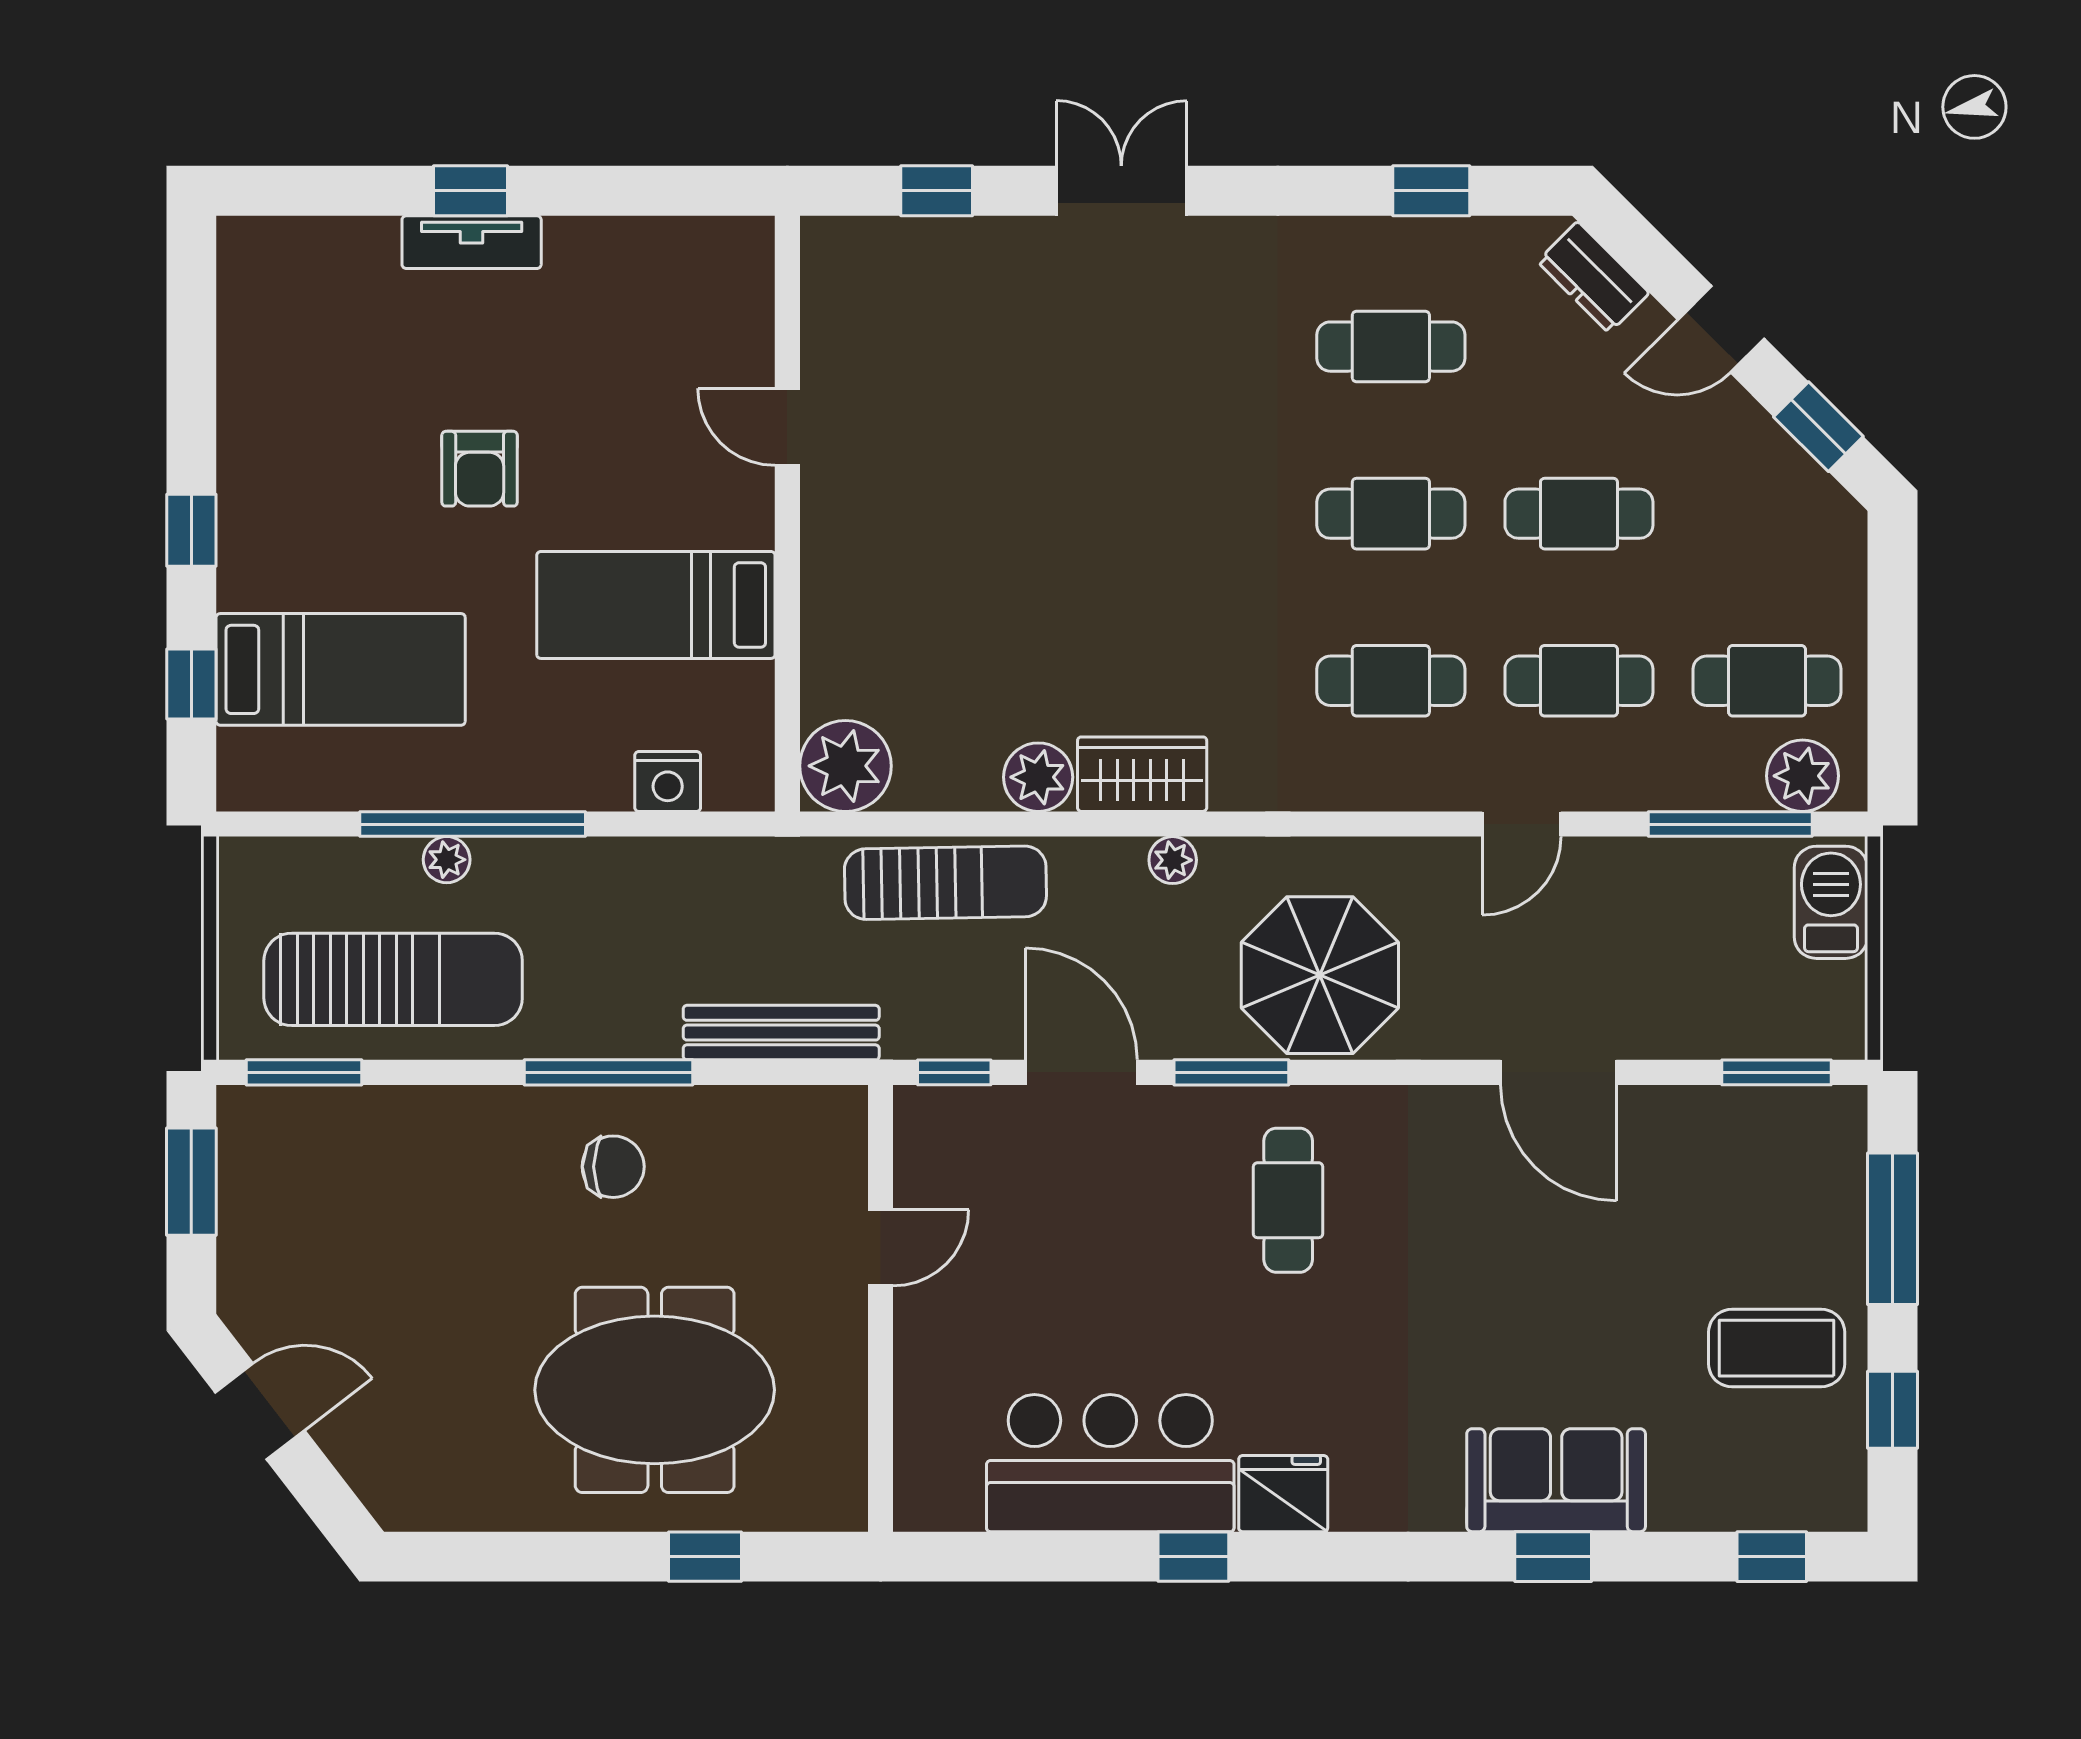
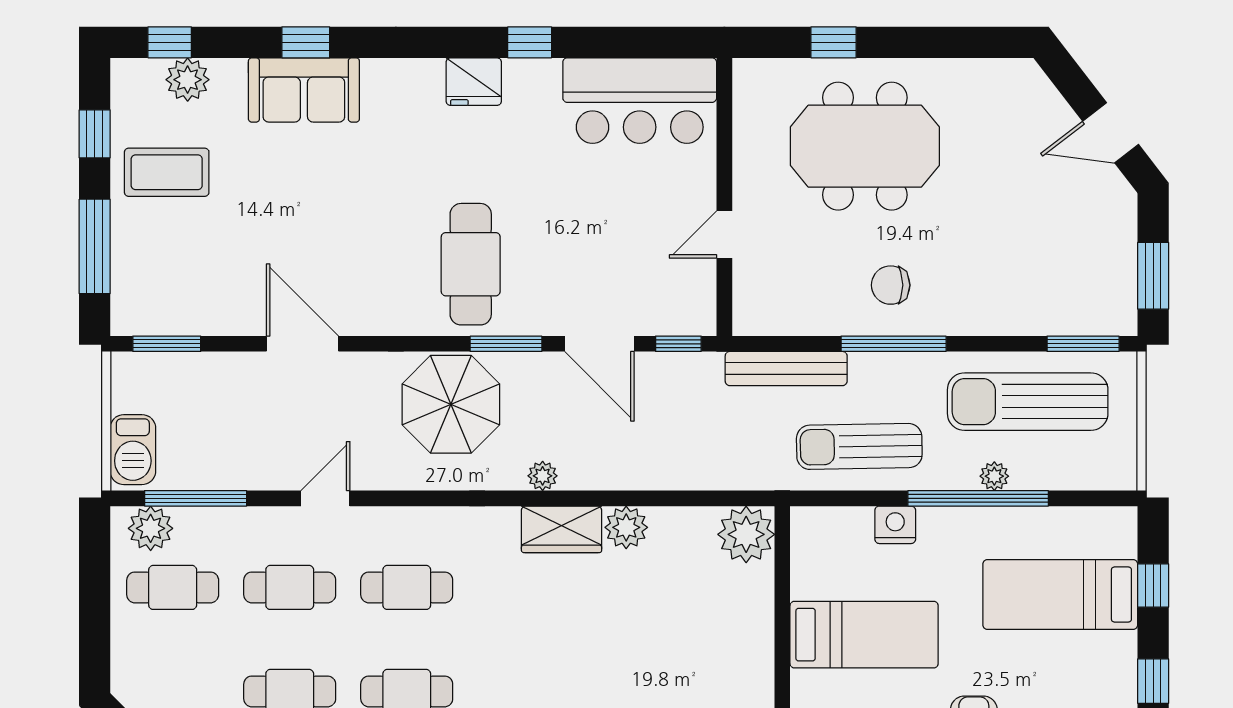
nightstand: (668, 781) -> (895, 525), moved
sun lounger: (945, 883) -> (859, 446), moved
cafe table: (1288, 1200) -> (471, 264), width x1.37, depth x1.35
bar counter: (1110, 1463) -> (640, 101), moved
plant: (1743, 1497) -> (188, 80), added

